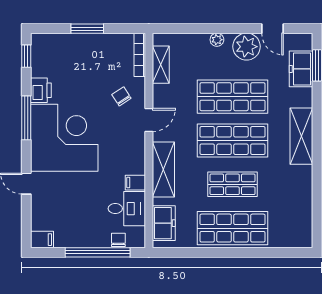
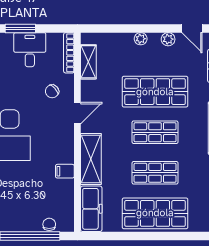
plant: (247, 47) -> (168, 39), width x0.53, depth x0.53
chair: (121, 96) -> (52, 91), turned -98
shop shelf: (232, 141) -> (155, 132), width x0.70, depth x0.74
desk: (127, 209) -> (30, 50), moved, turned -90
freezer: (164, 223) -> (91, 209), width x1.40

